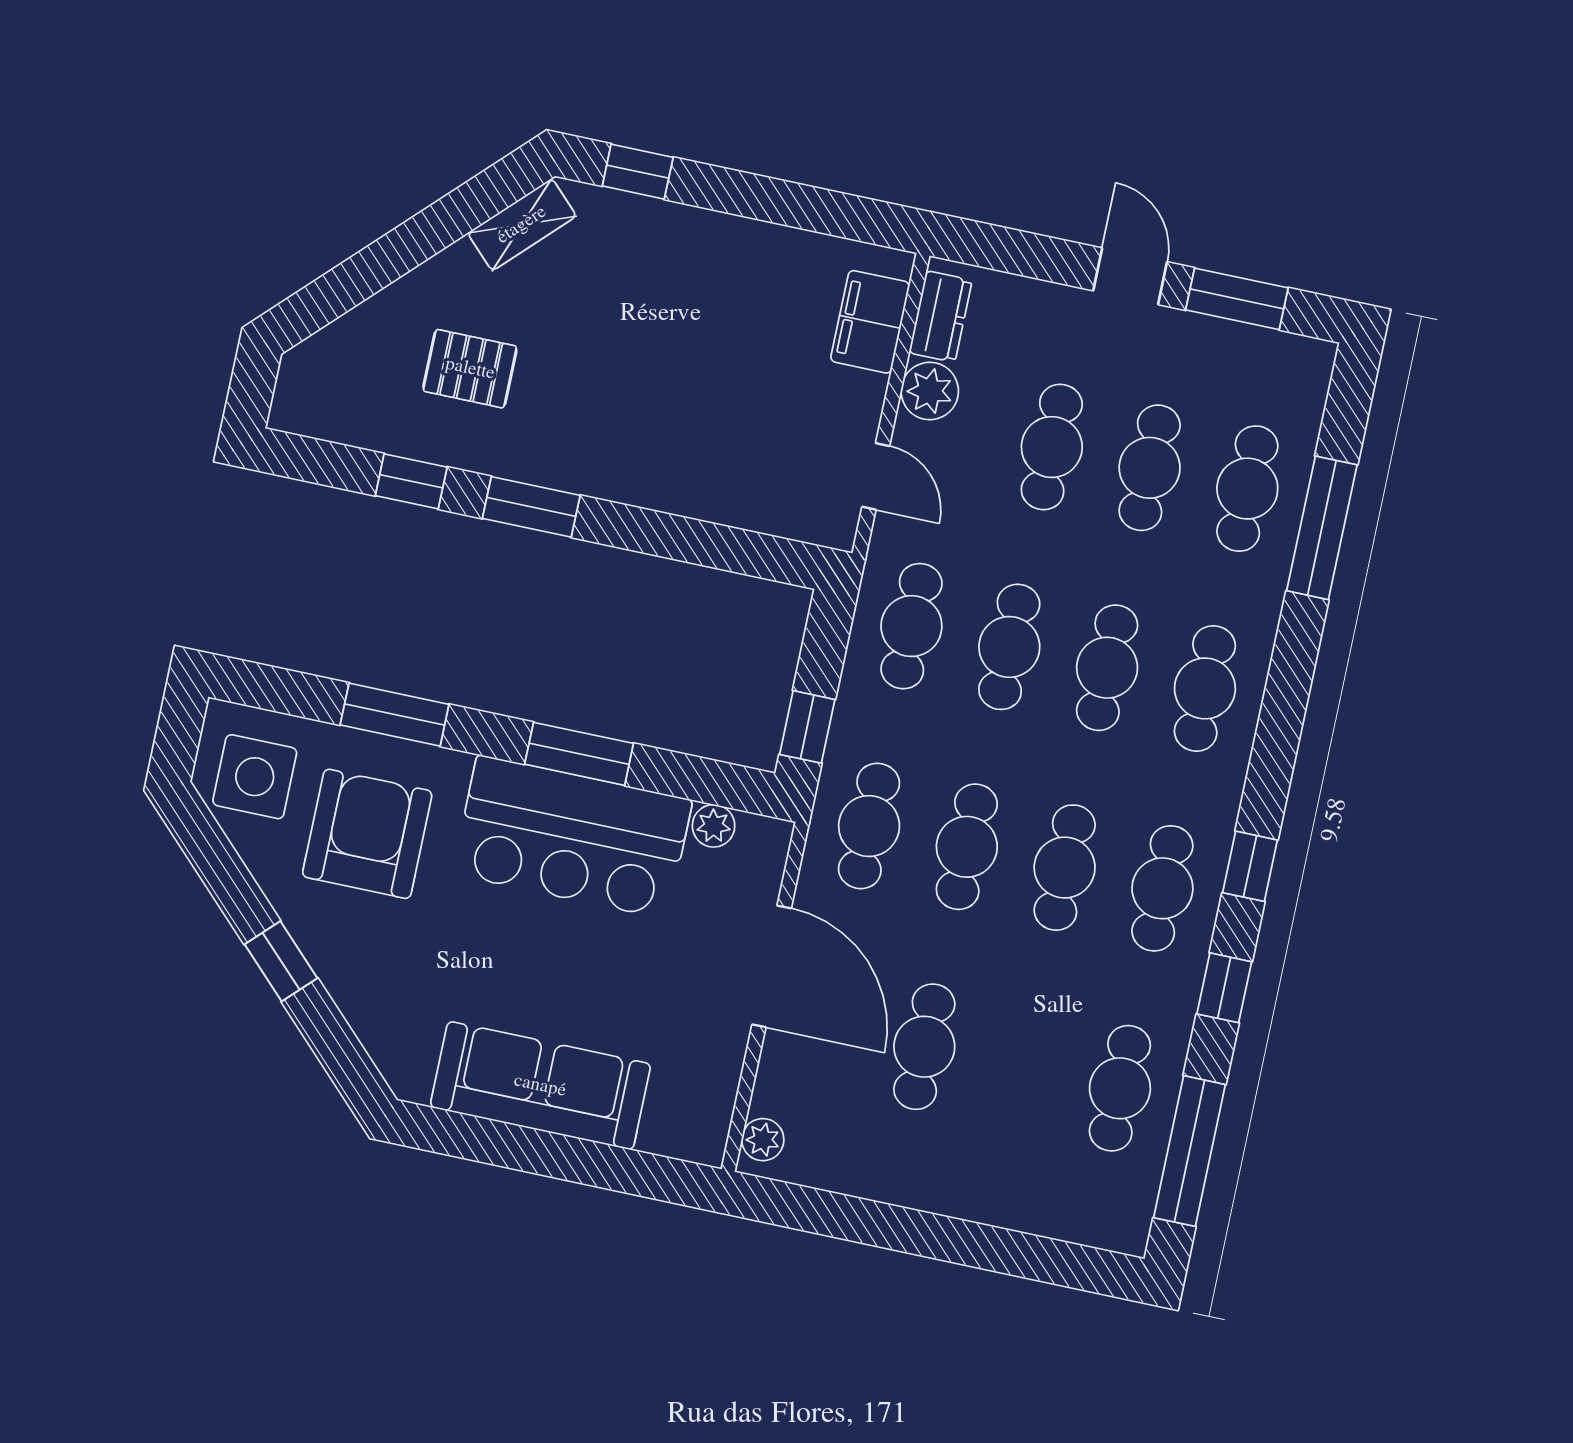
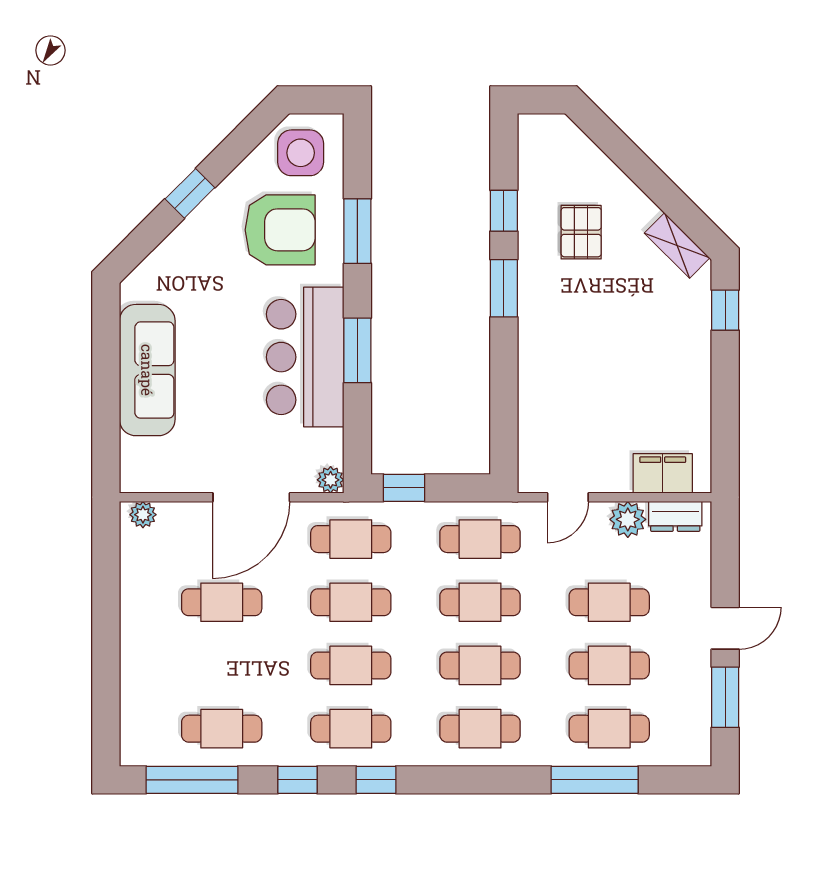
plant: (714, 826) -> (331, 480), moved

